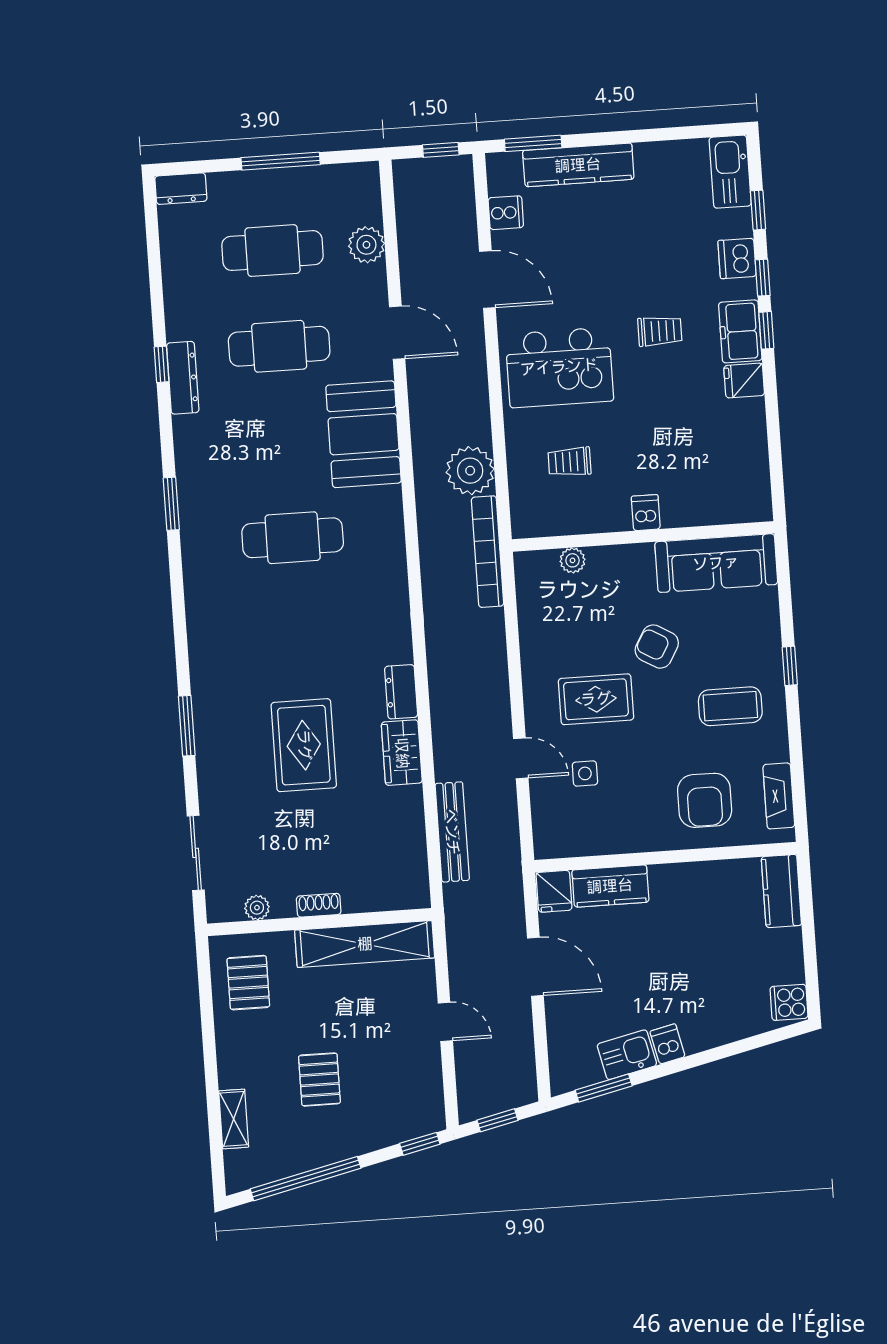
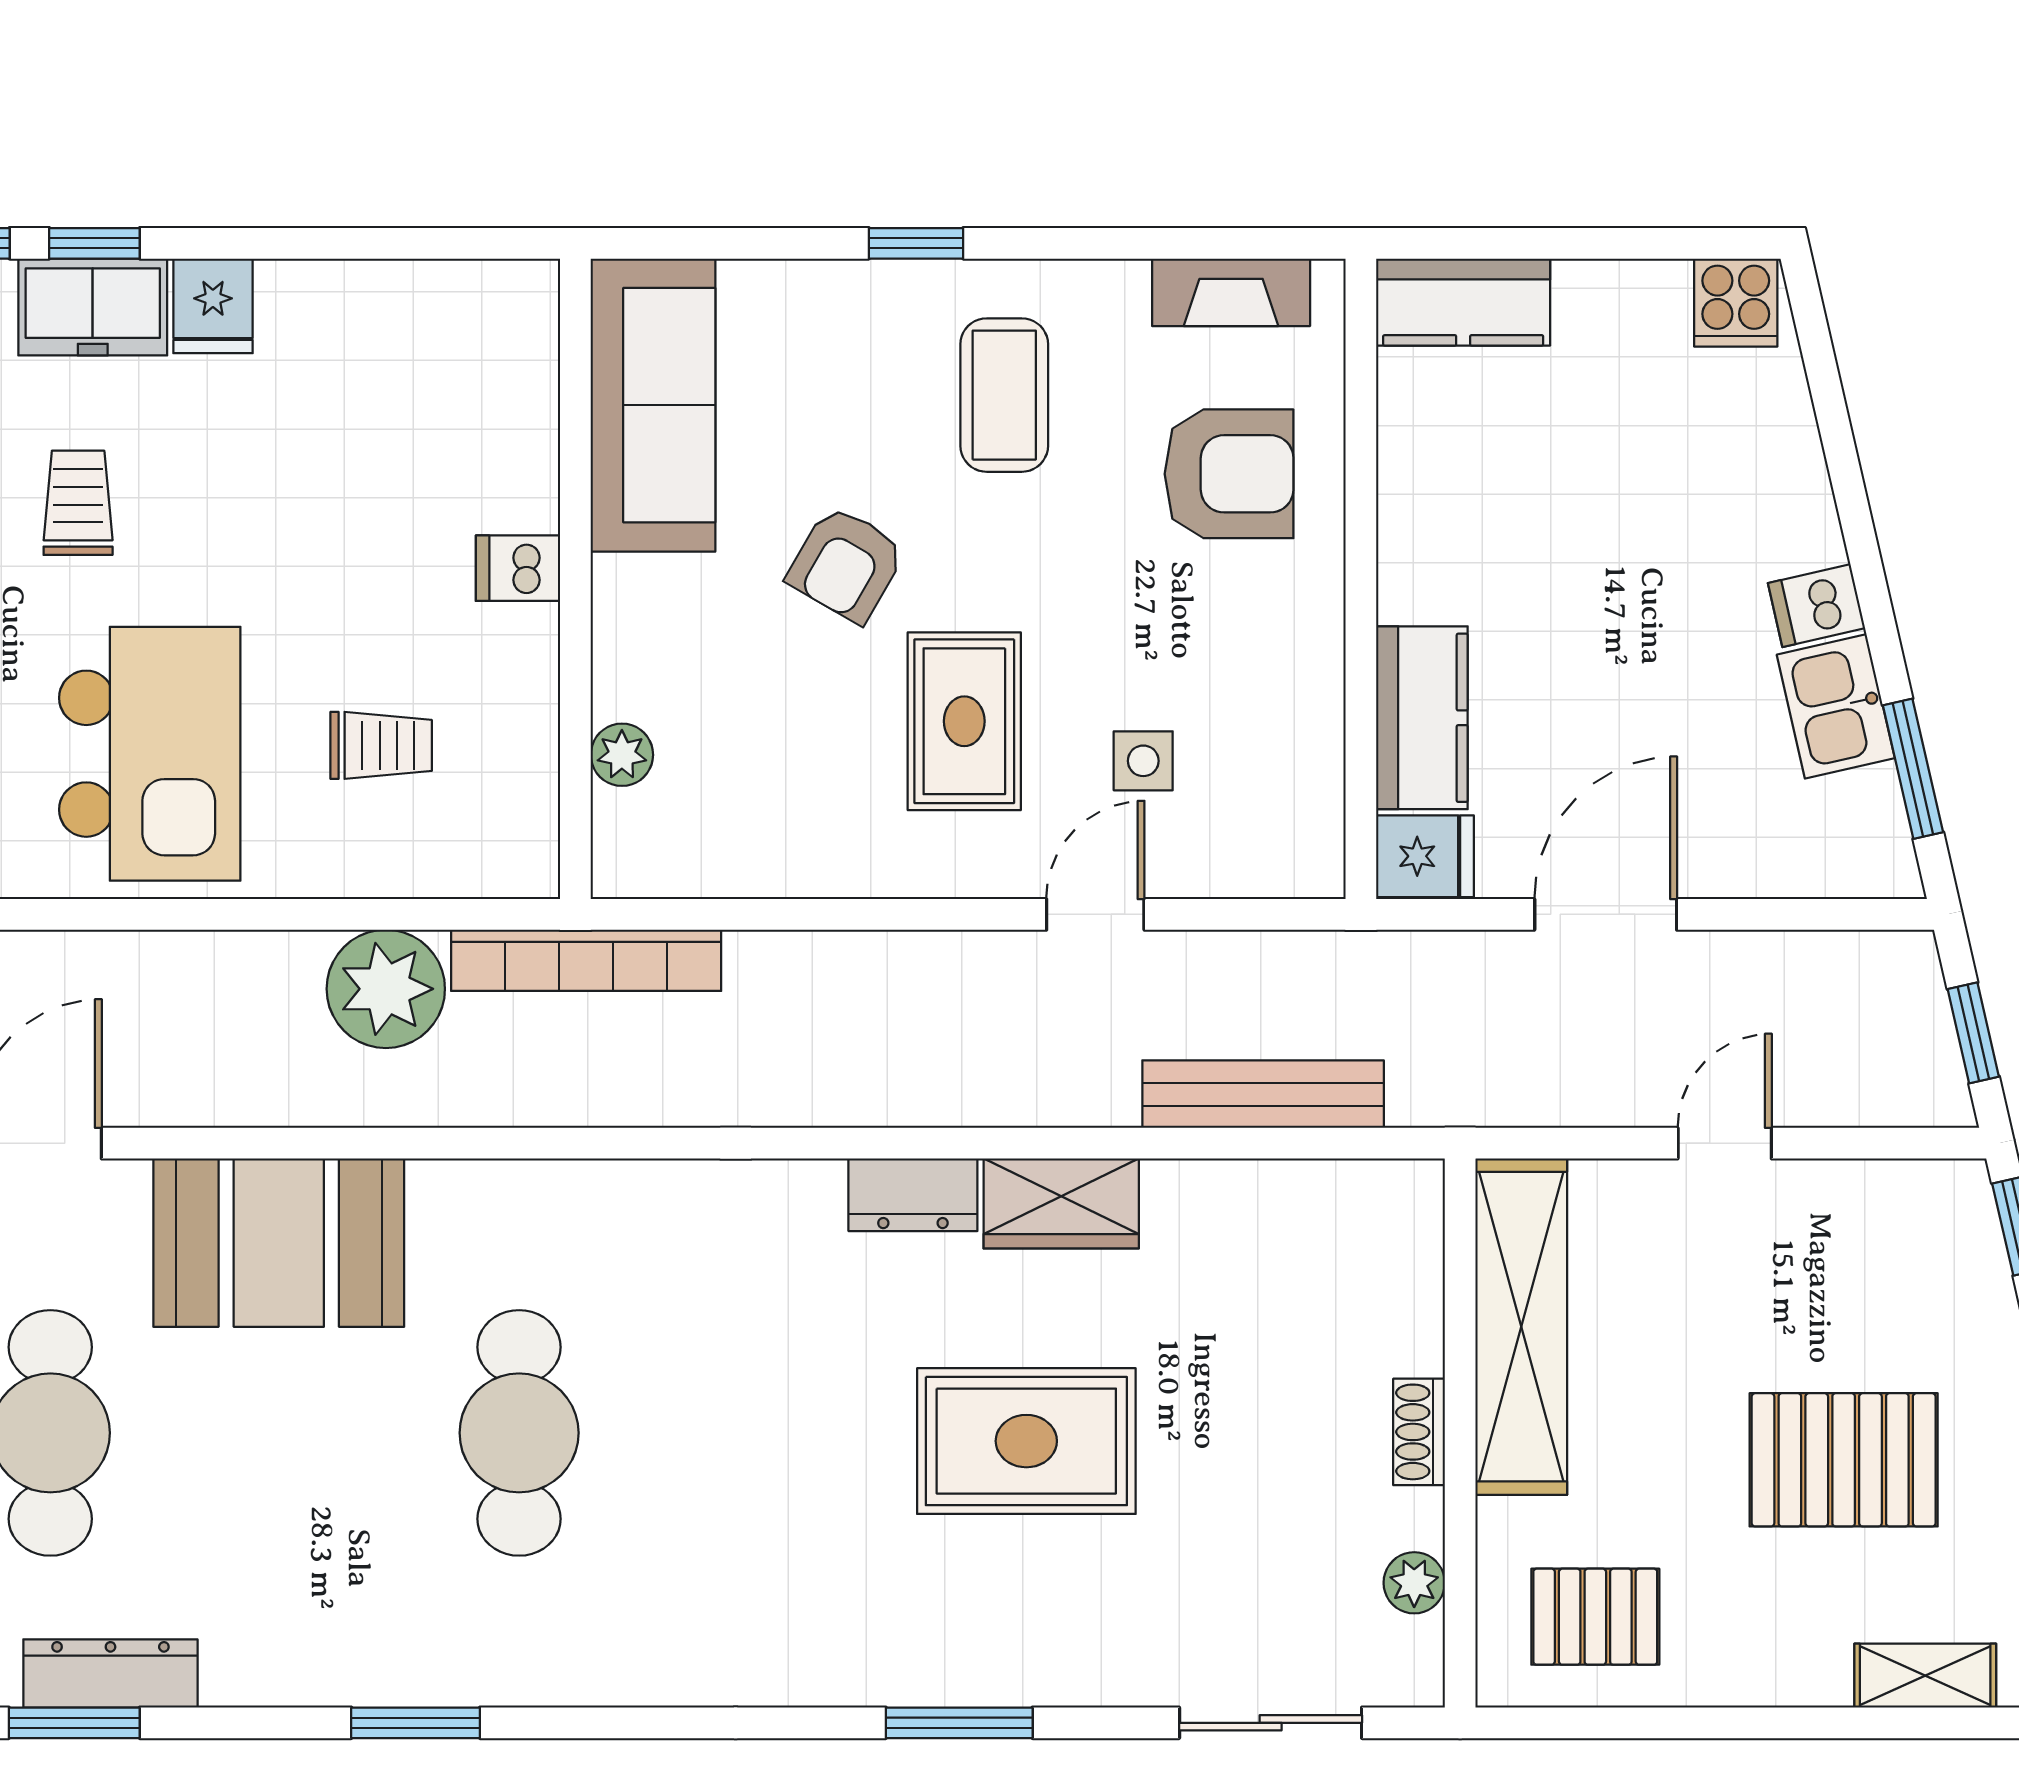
window: (162, 364) -> (74, 1723), width x1.50
trolley: (569, 462) -> (381, 745), turned -90
pallet: (319, 1079) -> (1844, 1460), width x1.50, depth x1.42

